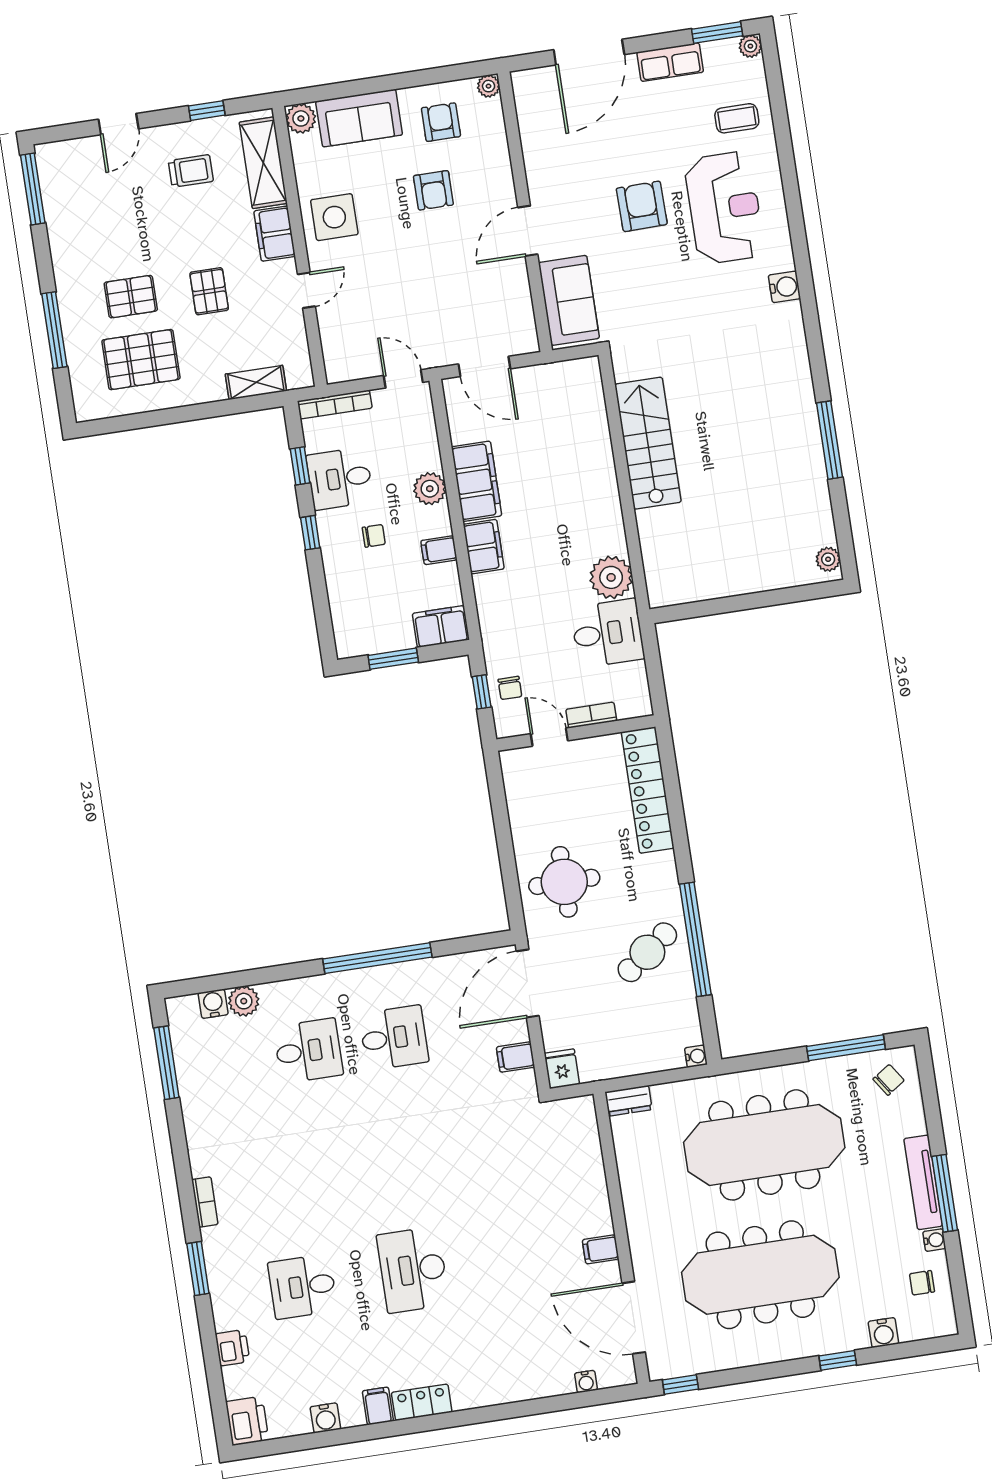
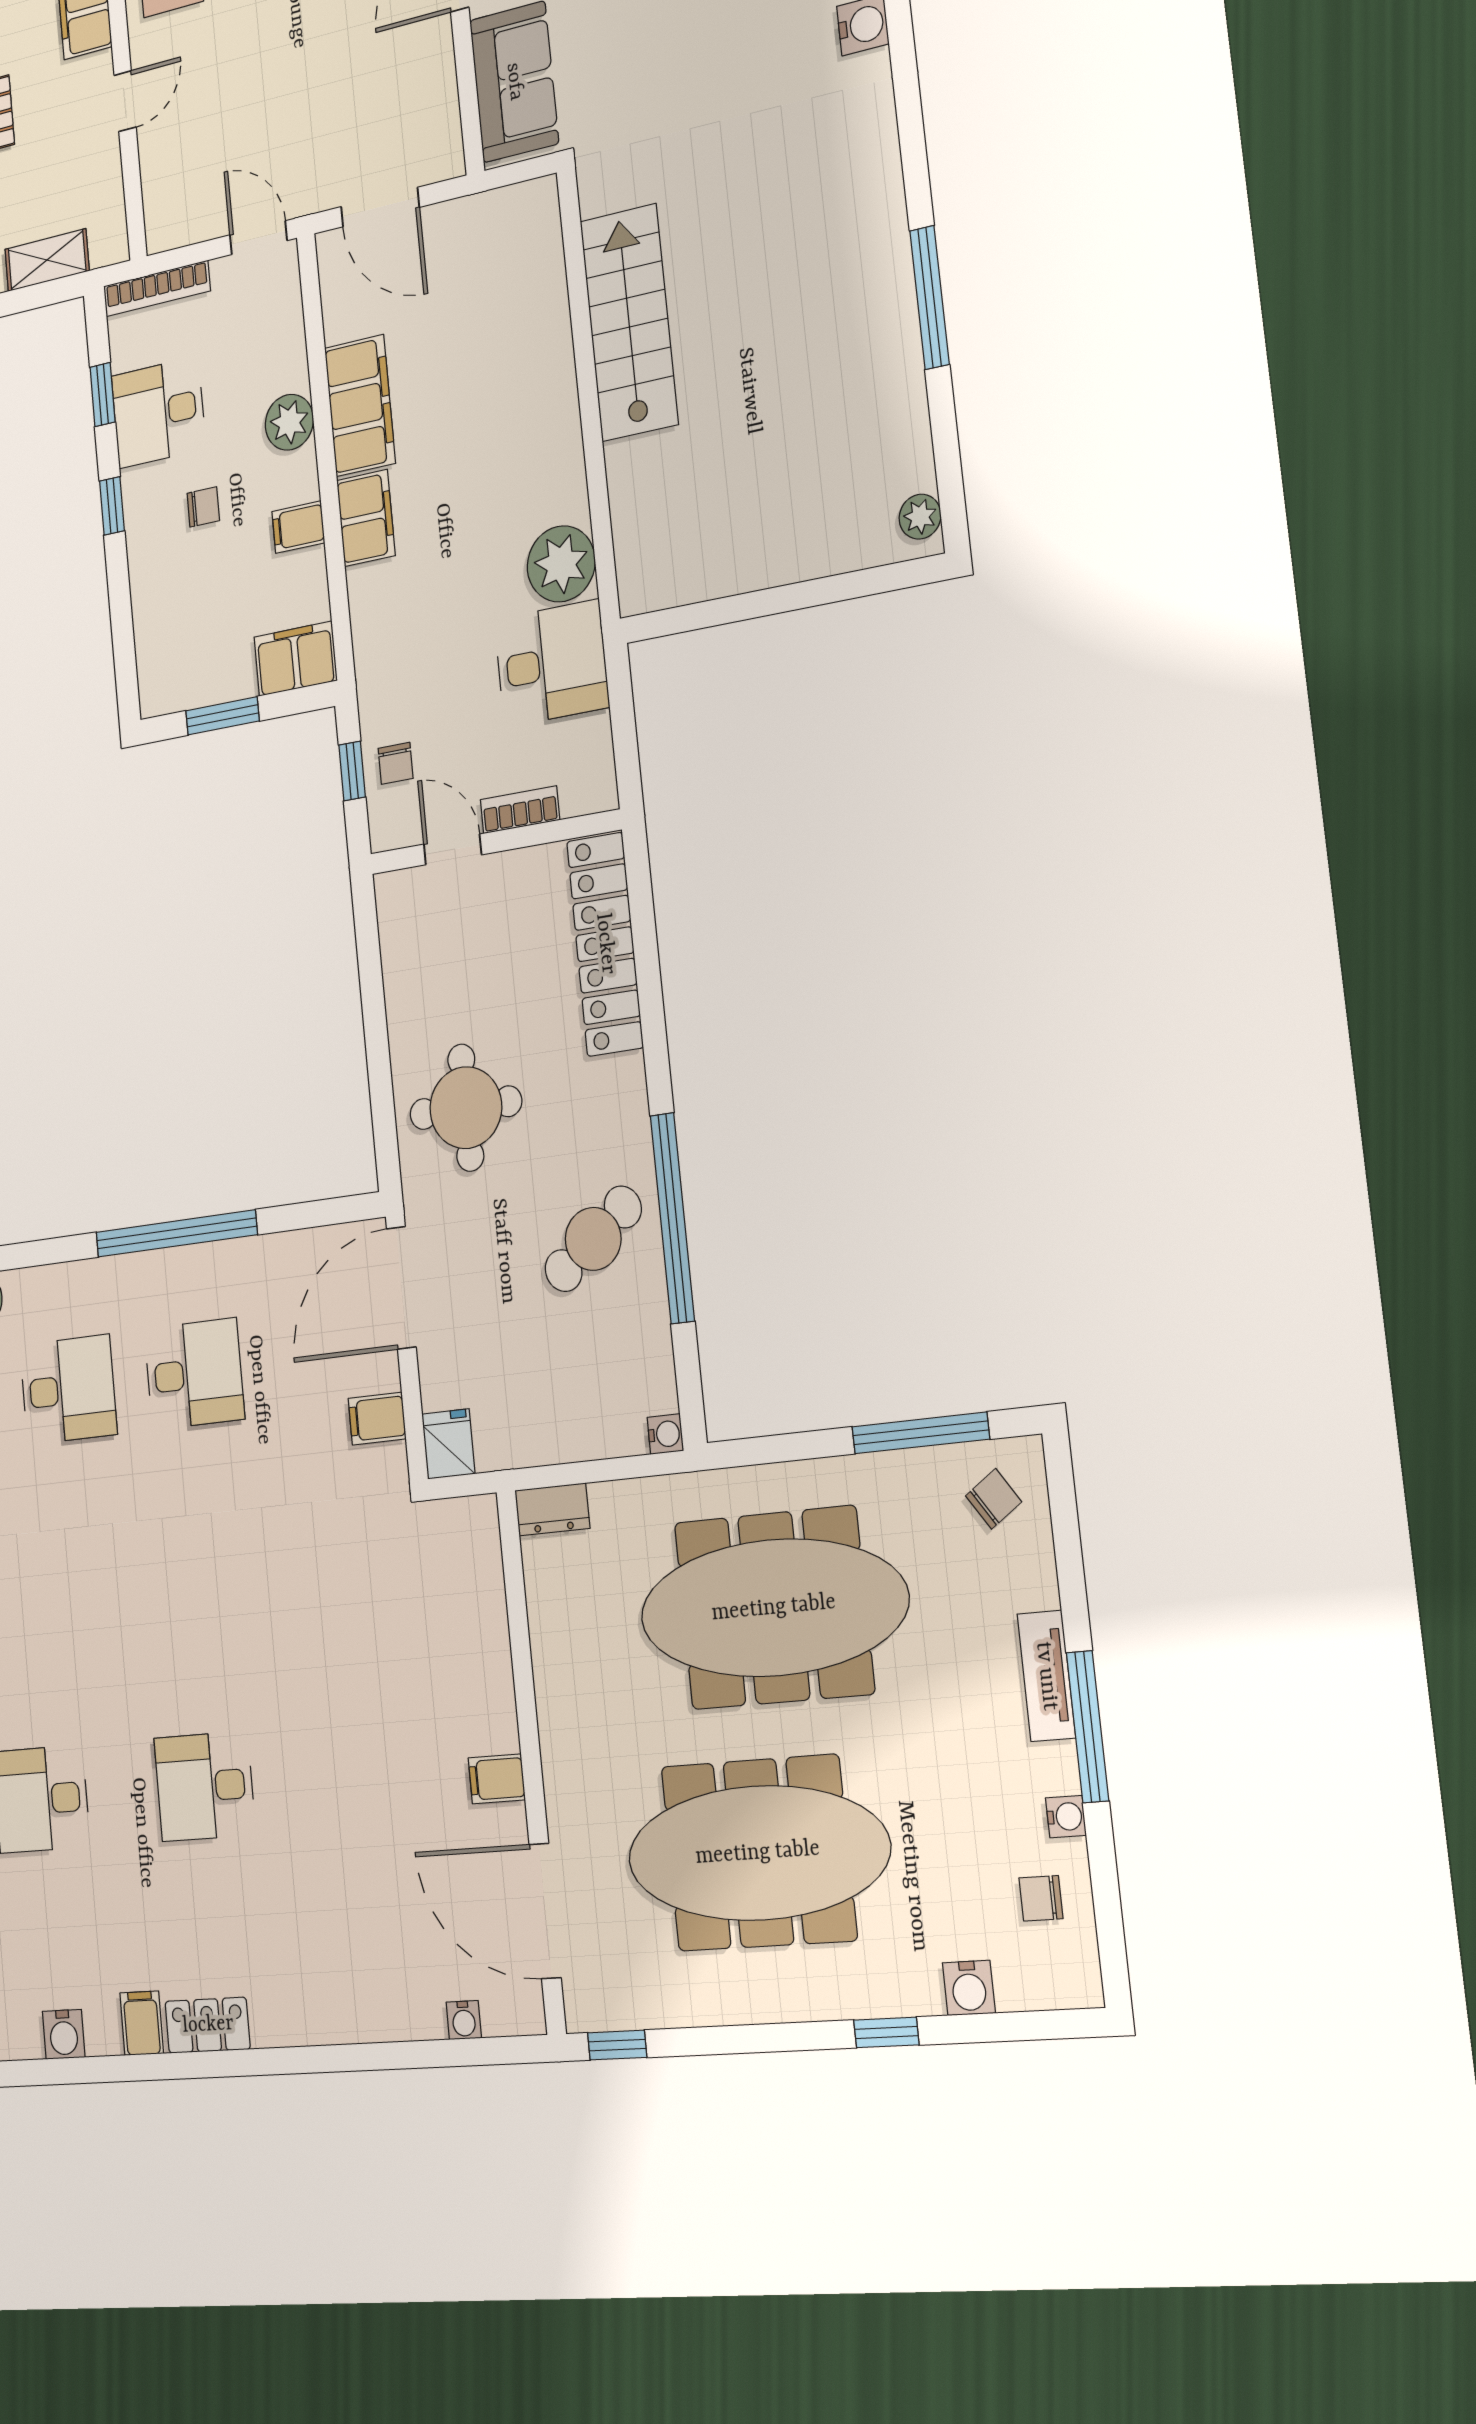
tv unit: (923, 1182) -> (1046, 1676), width x0.71
desk: (413, 1270) -> (205, 1786), width x0.73

